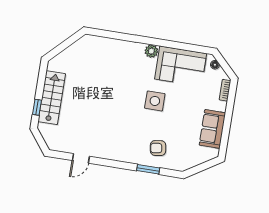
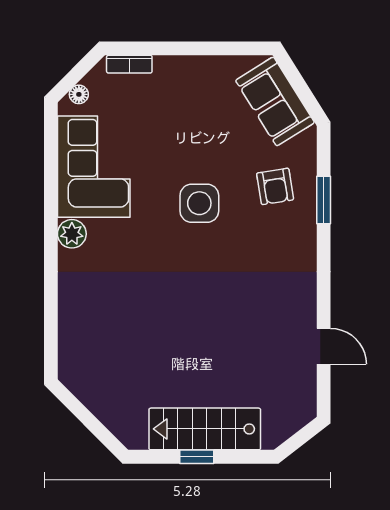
side table: (155, 101) -> (199, 203), moved
window: (37, 107) -> (197, 457), moved
sofa: (212, 129) -> (275, 101), moved, turned 58

